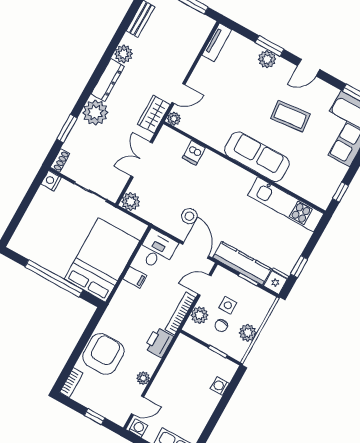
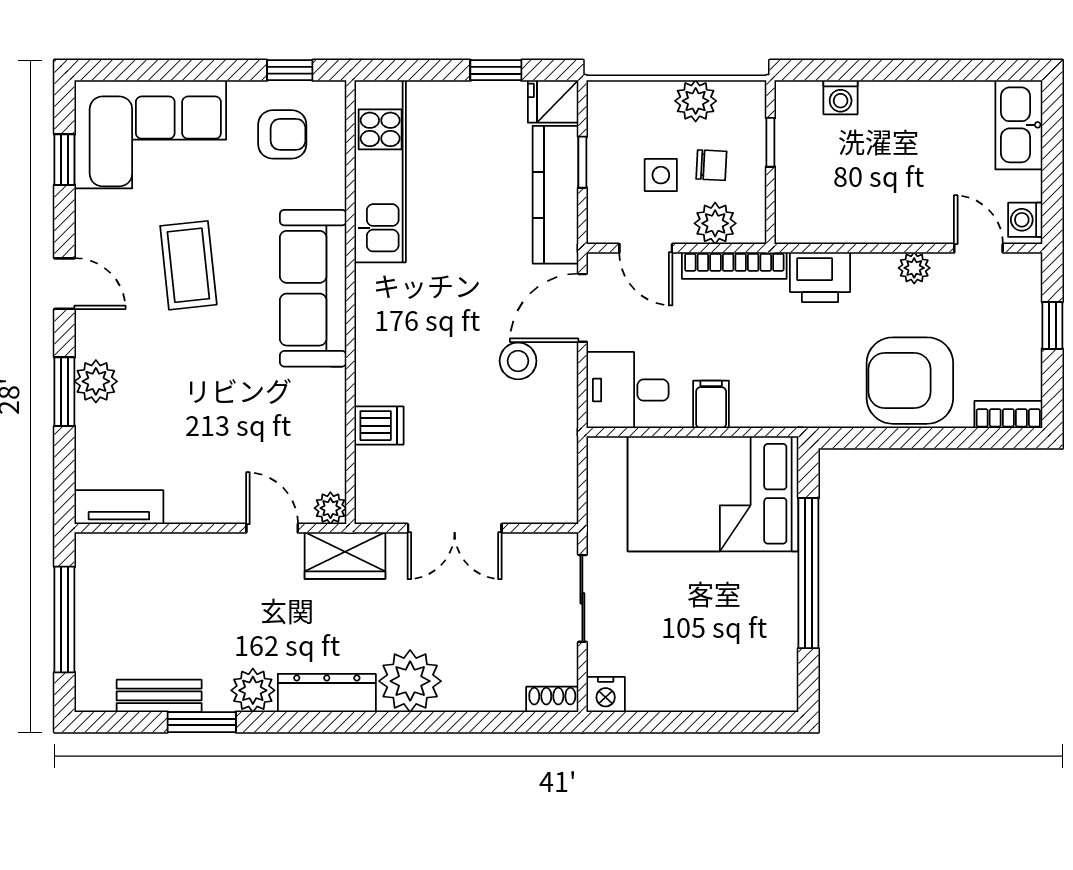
window: (67, 129) -> (202, 722), moved
armchair: (319, 176) -> (282, 134), added
plant: (131, 202) -> (556, 502), removed

